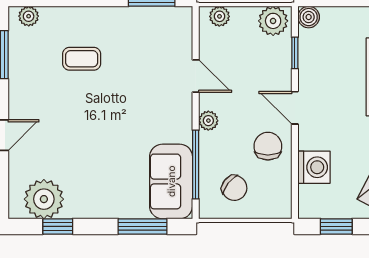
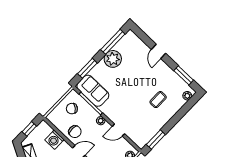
plant: (44, 199) -> (113, 59), moved
window: (58, 226) -> (113, 42), width x2.17

